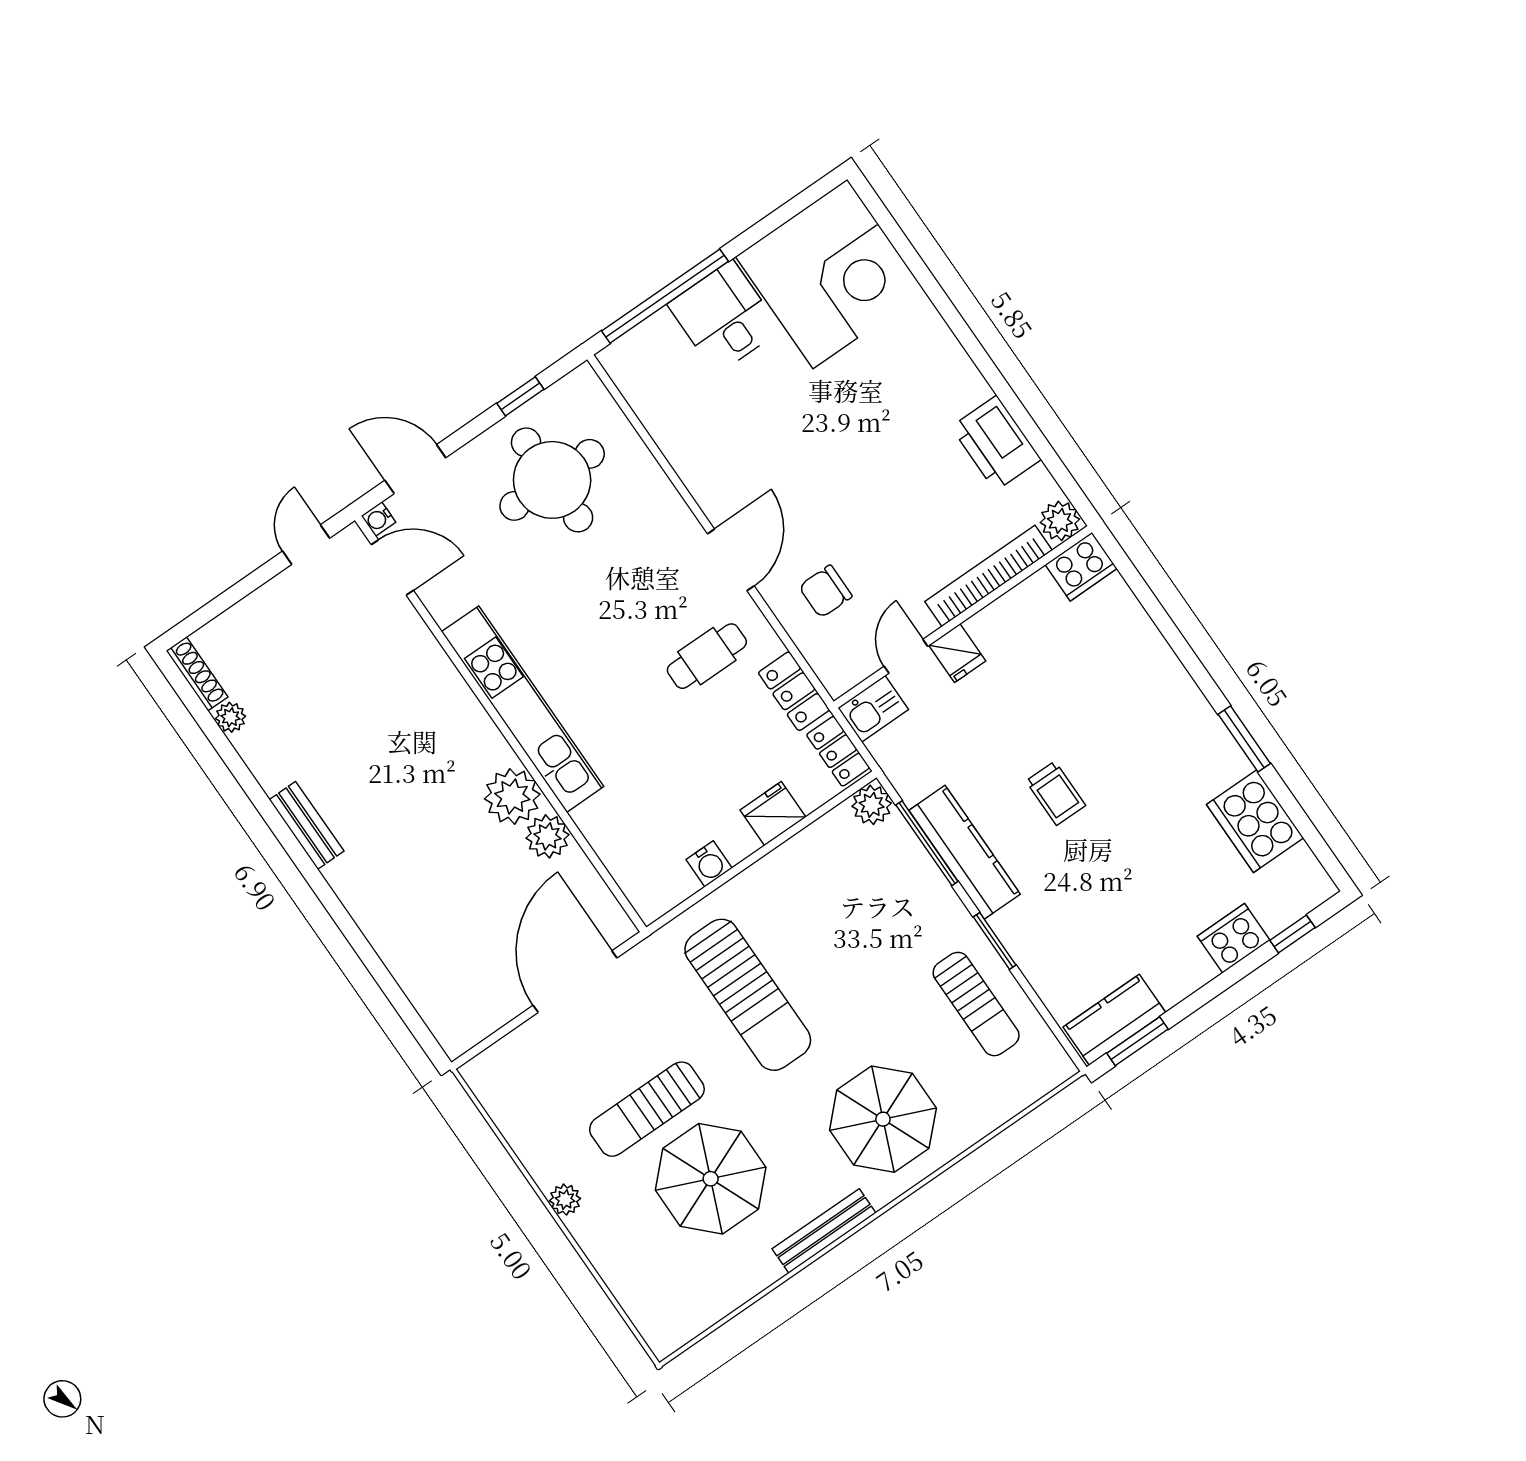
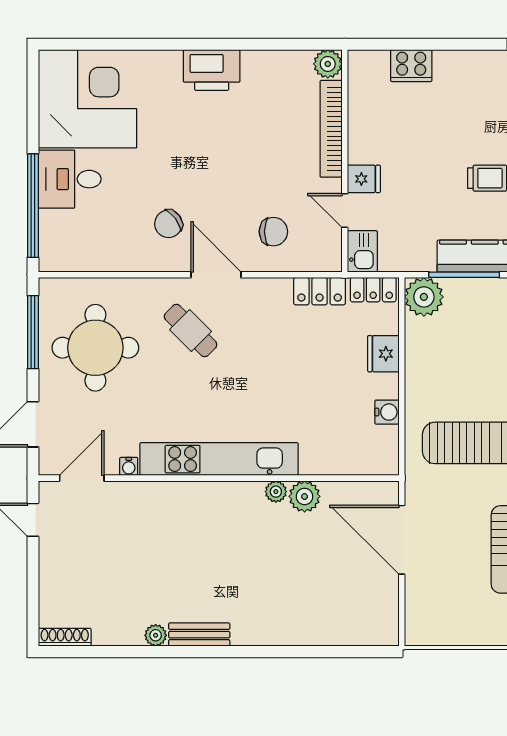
window: (520, 396) -> (33, 332), width x2.17
printer: (996, 443) -> (212, 70), moved
chair: (751, 465) -> (168, 224), added
water cooler: (379, 519) -> (129, 466), moved
cooker: (1081, 567) -> (411, 66), moved, turned 90
chair: (825, 591) -> (273, 232), turned -90
cafe table: (707, 656) -> (191, 331), moved, turned -45
plant: (230, 717) -> (156, 635), moved
plant: (512, 796) -> (276, 492), width x0.53, depth x0.53
plant: (872, 805) -> (424, 297), width x1.36, depth x1.36

